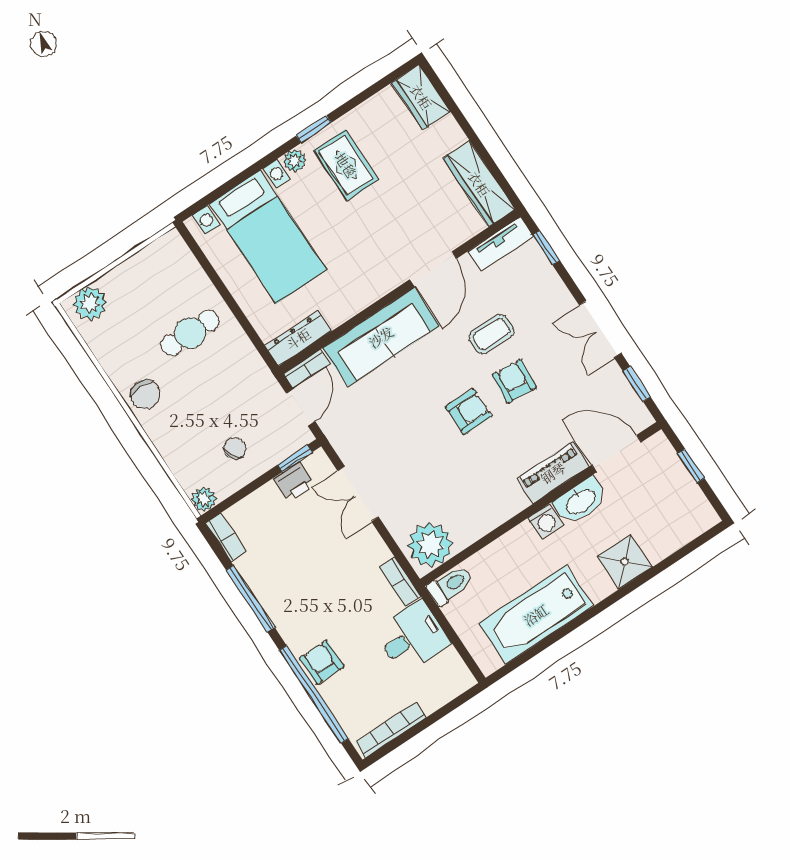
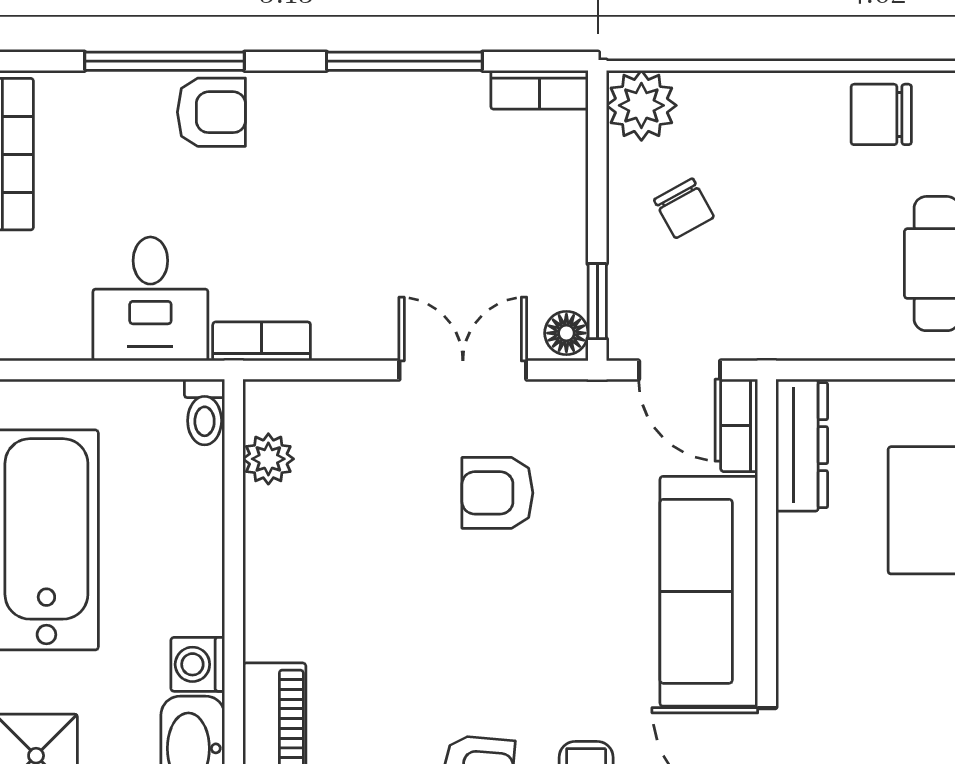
armchair: (469, 412) -> (497, 493), moved, turned 90
floor lamp: (316, 462) -> (566, 333), added
printer: (294, 482) -> (558, 273), removed
plant: (204, 499) -> (641, 105), width x1.38, depth x1.38
plant: (430, 545) -> (268, 459), width x0.53, depth x0.53
toilet: (450, 585) -> (205, 412), width x0.73, depth x0.72
window: (314, 694) -> (165, 61), width x0.68

